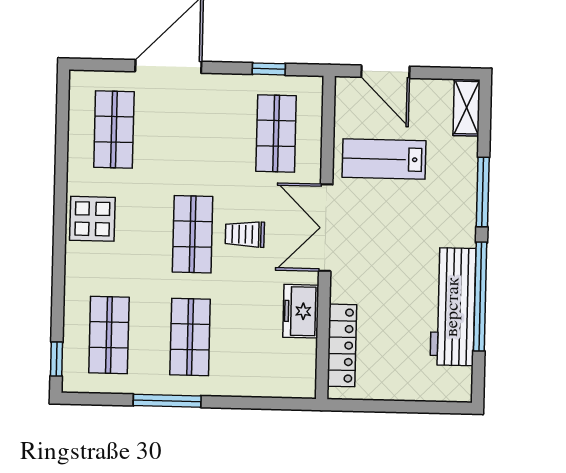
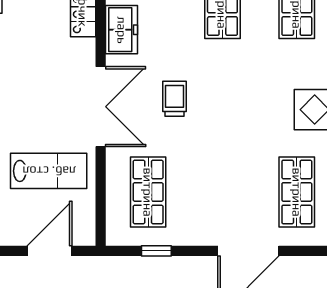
door: (385, 72) -> (49, 251), hinge flipped
shop shelf: (193, 234) -> (222, 98), removed
trolley: (245, 234) -> (175, 99), turned -90

